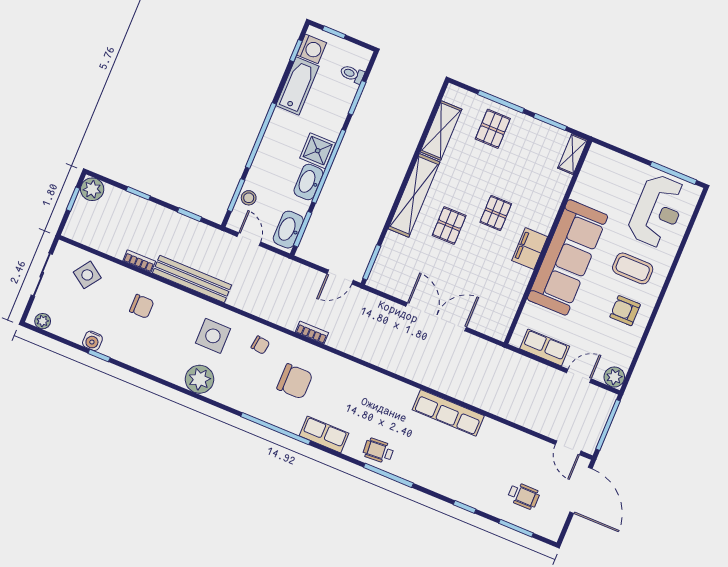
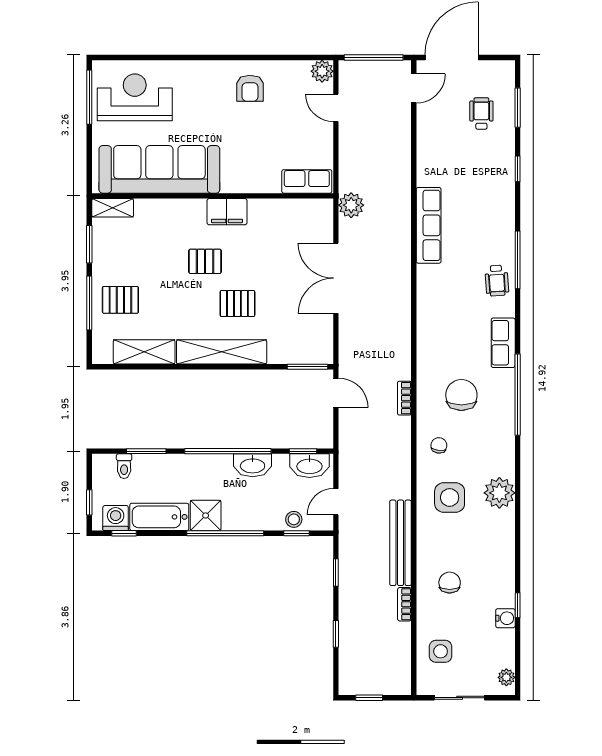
shower: (318, 151) -> (206, 515), moved
plant: (92, 189) -> (351, 205), moved
window: (236, 195) -> (296, 533), width x0.67
window: (303, 229) -> (303, 451), width x0.67
sofa: (568, 257) -> (159, 169), moved
coffee table: (633, 268) -> (204, 98), removed
side table: (87, 275) -> (441, 651), turned -35
row of seats: (545, 347) -> (307, 181), moved, turned 90

